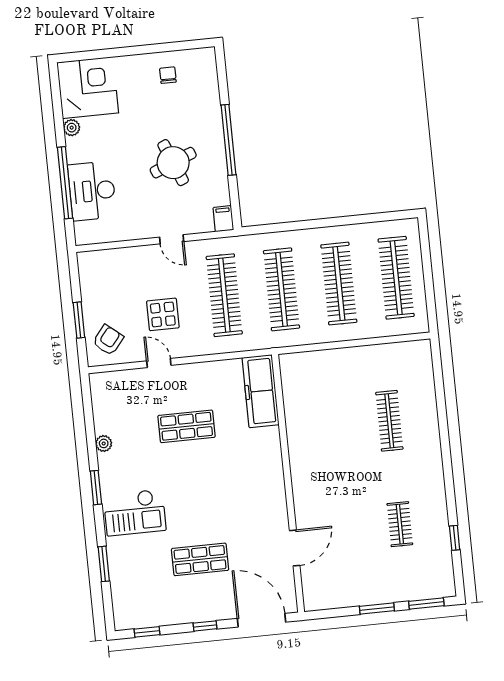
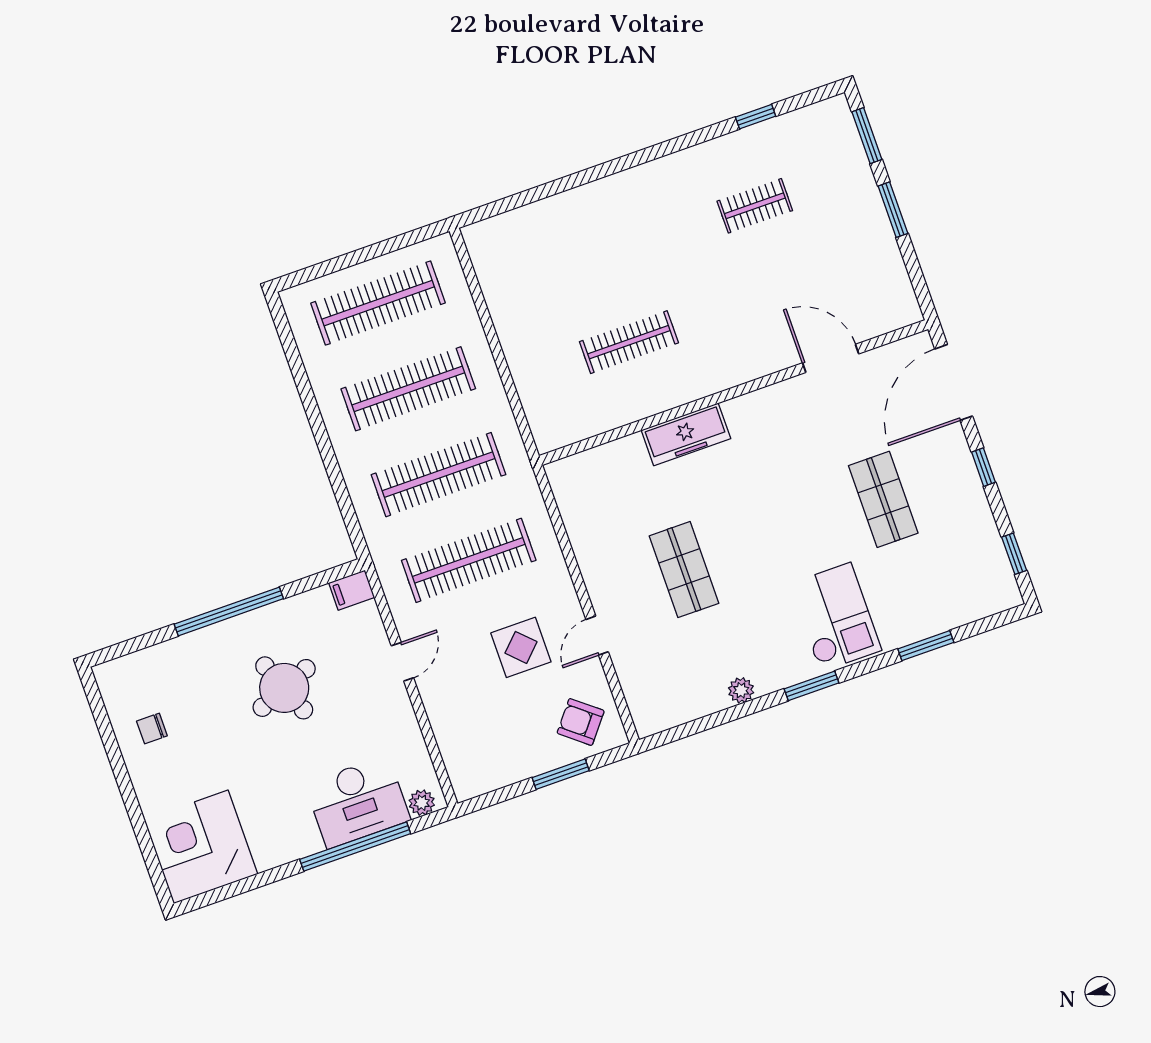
plant: (72, 128) -> (422, 803), moved
freezer: (261, 391) -> (686, 434), moved, width x0.73, depth x0.79
clothes rail: (389, 421) -> (629, 342), moved

